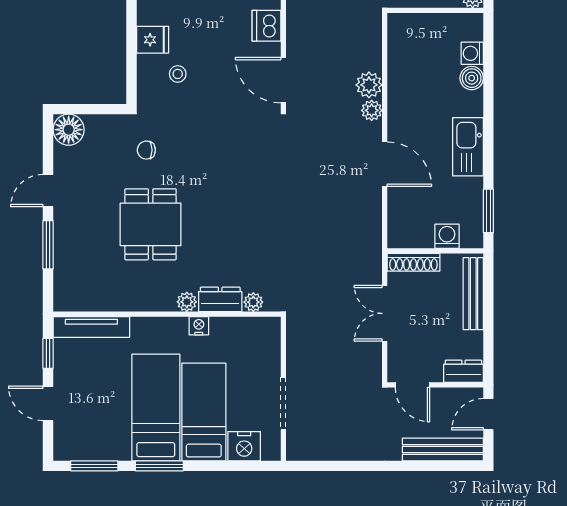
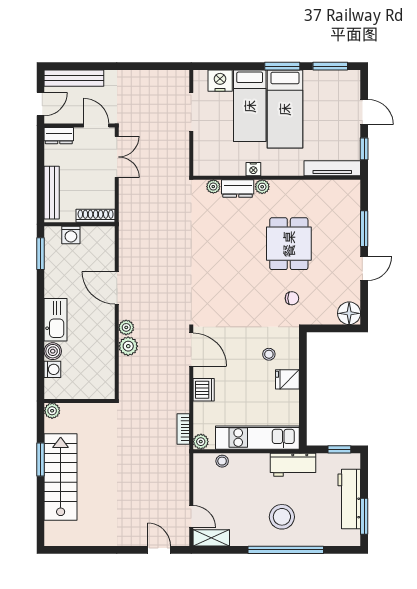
kitchen sink: (468, 147) -> (56, 320), moved
double door: (385, 313) -> (117, 157), moved

